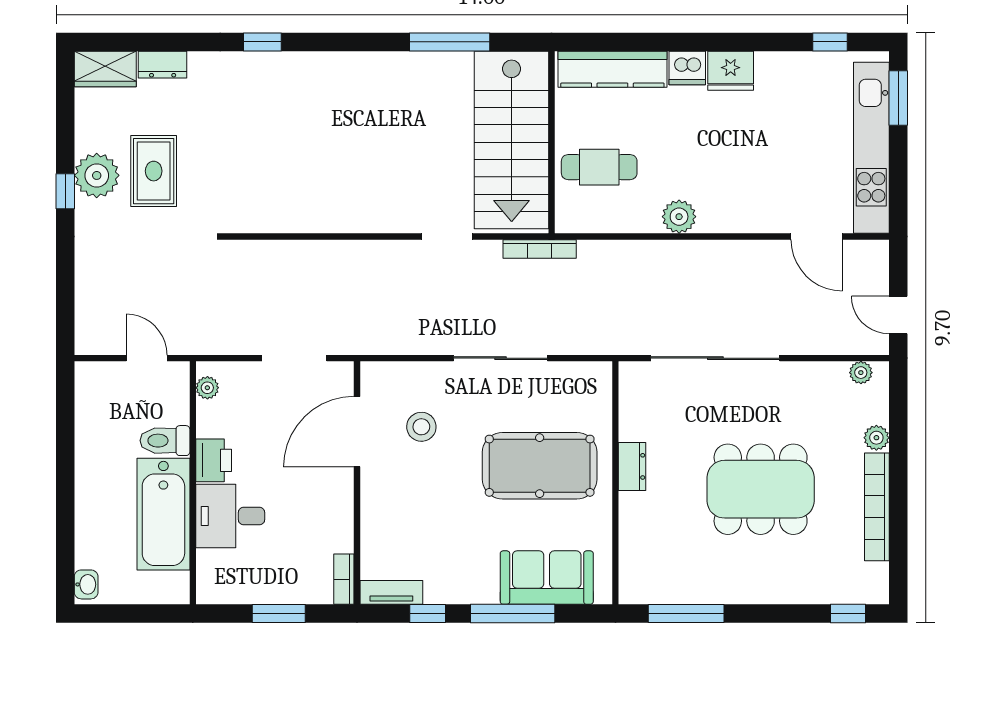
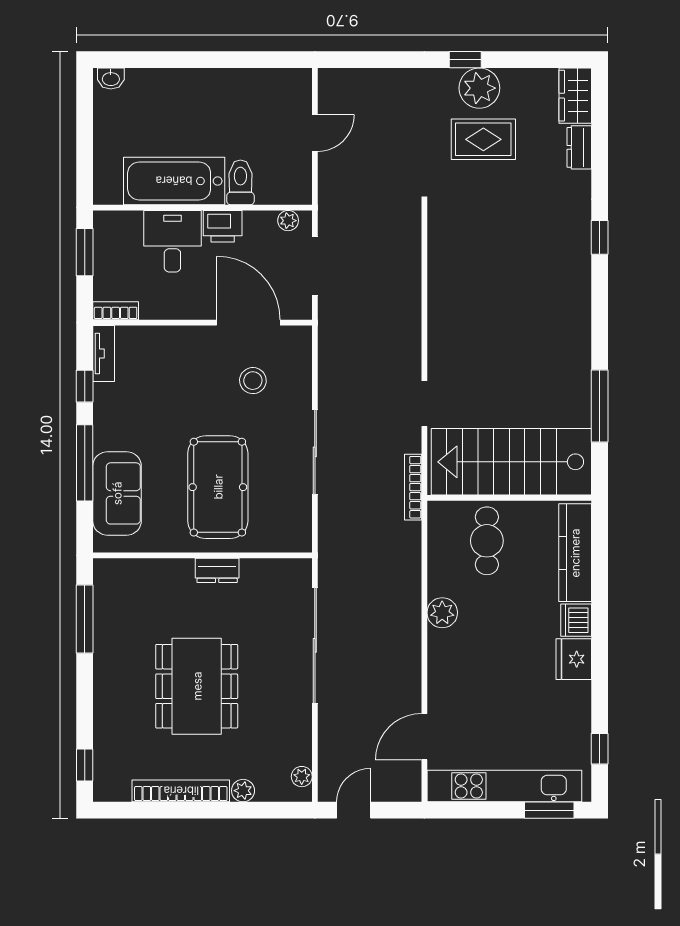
plant: (207, 388) -> (288, 221), moved
toilet: (165, 441) -> (240, 182), moved
printer: (214, 460) -> (223, 226), moved
wall: (193, 483) -> (202, 208), moved
bathtub: (163, 514) -> (174, 181), moved
desk: (230, 516) -> (172, 241), moved

